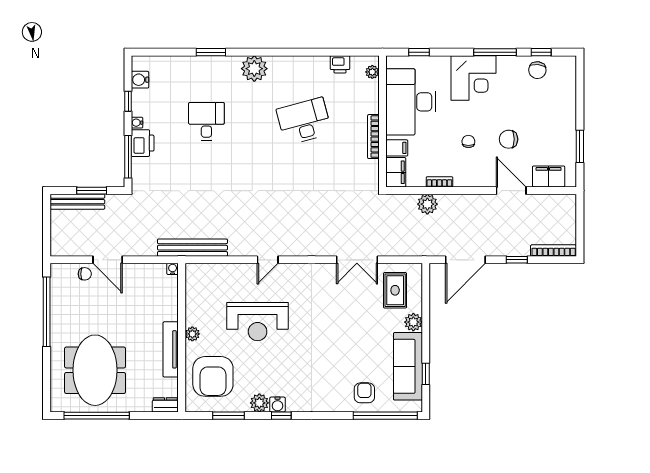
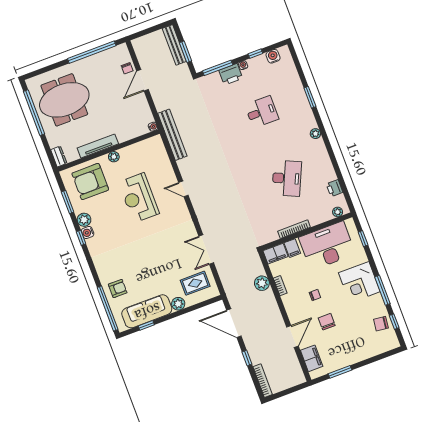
plant: (254, 69) -> (315, 134), width x0.53, depth x0.53
desk: (304, 121) -> (287, 178), turned 39

